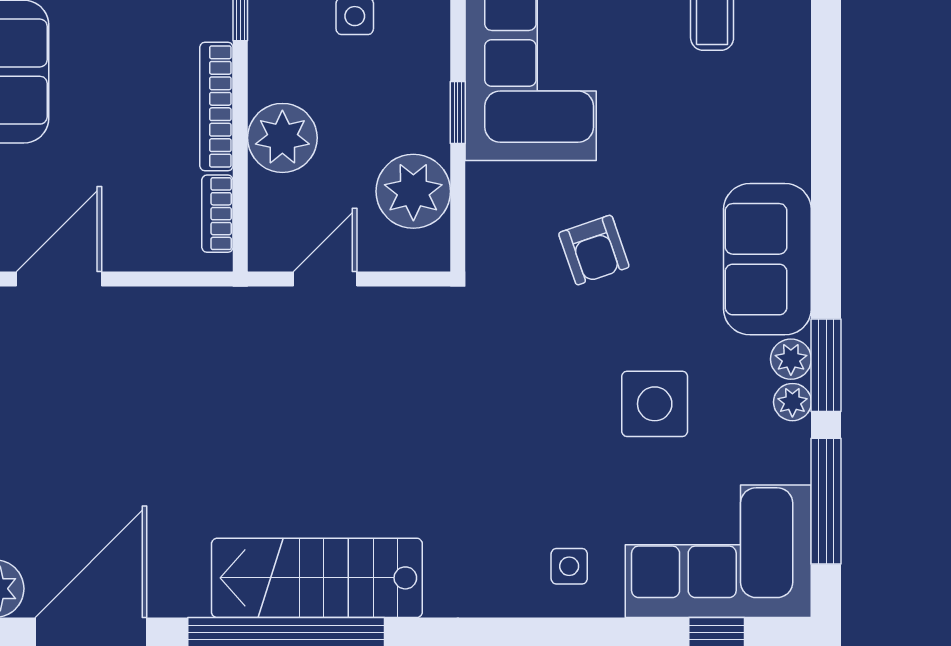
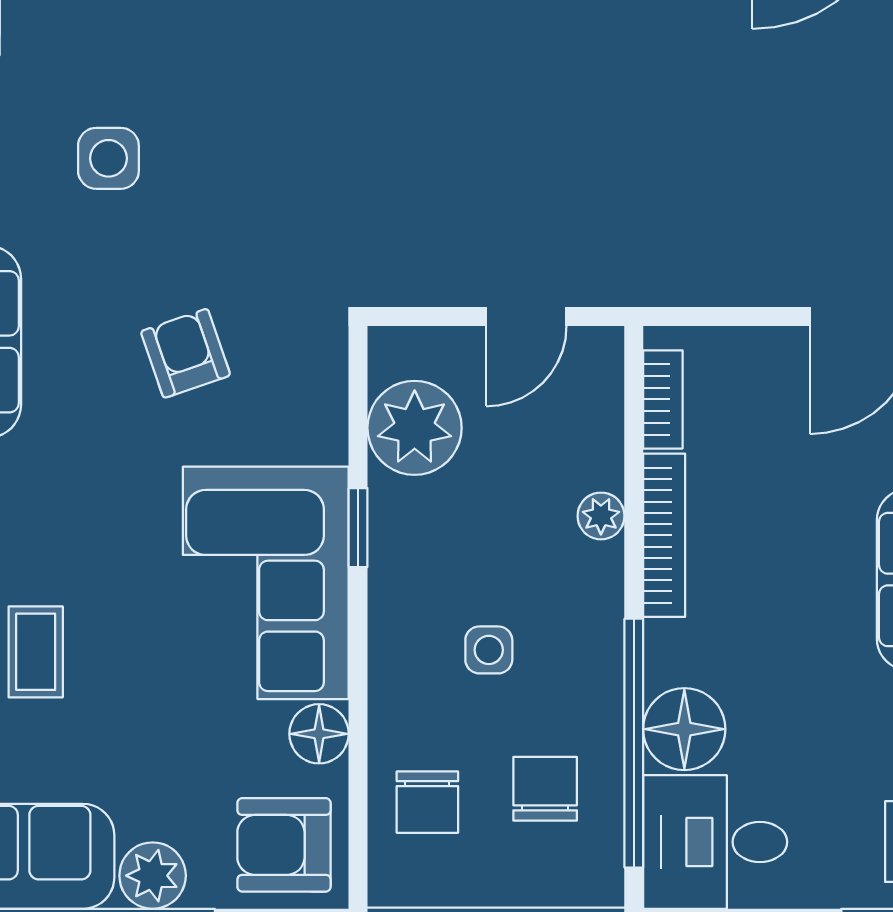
plant: (282, 138) -> (601, 516), width x0.53, depth x0.53
side table: (655, 404) -> (108, 158), width x0.73, depth x0.73

